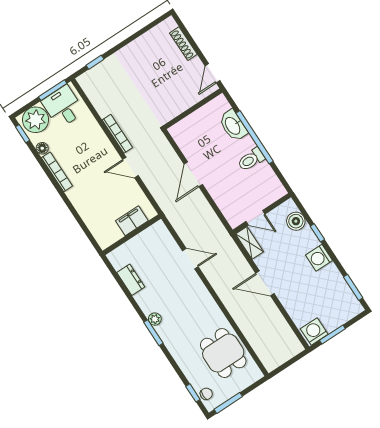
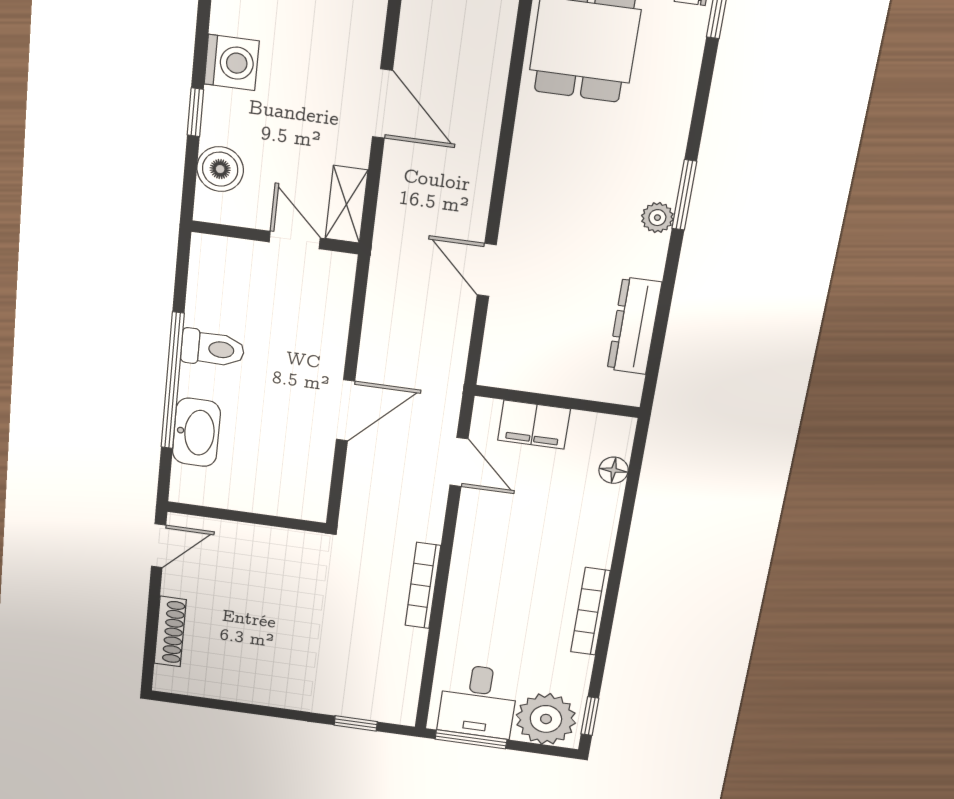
floor lamp: (42, 148) -> (614, 470), moved
door: (130, 168) -> (459, 462), moved
dresser: (131, 280) -> (634, 326), width x1.44

